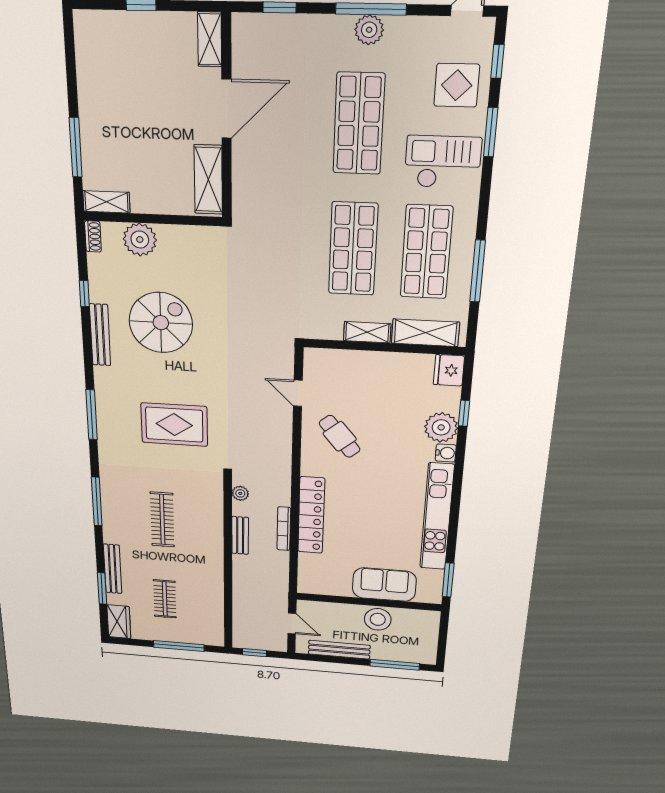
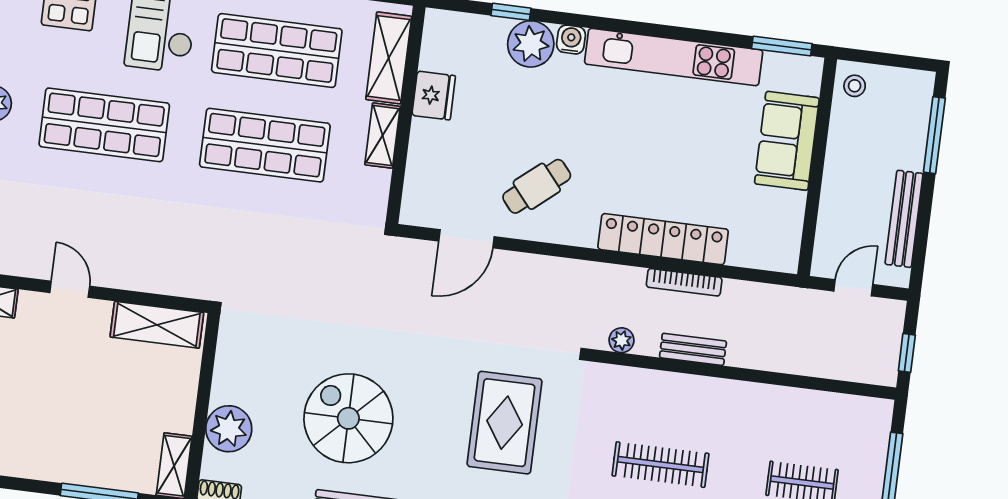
door: (226, 109) -> (70, 289), width x0.53
fridge: (449, 370) -> (434, 96), moved, turned -90
door: (298, 393) -> (466, 239), width x1.38
stool: (378, 619) -> (855, 86), moved, width x0.53, depth x0.53

